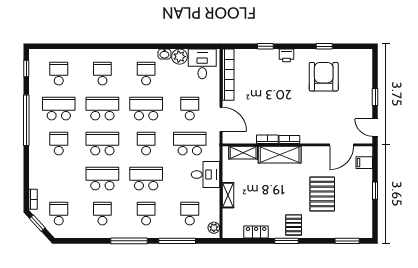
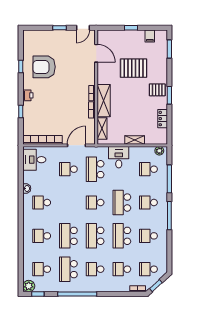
plant: (180, 57) -> (29, 286), moved
school desk: (146, 109) -> (122, 269), moved, width x0.54
filing cabinet: (364, 163) -> (150, 36), moved

